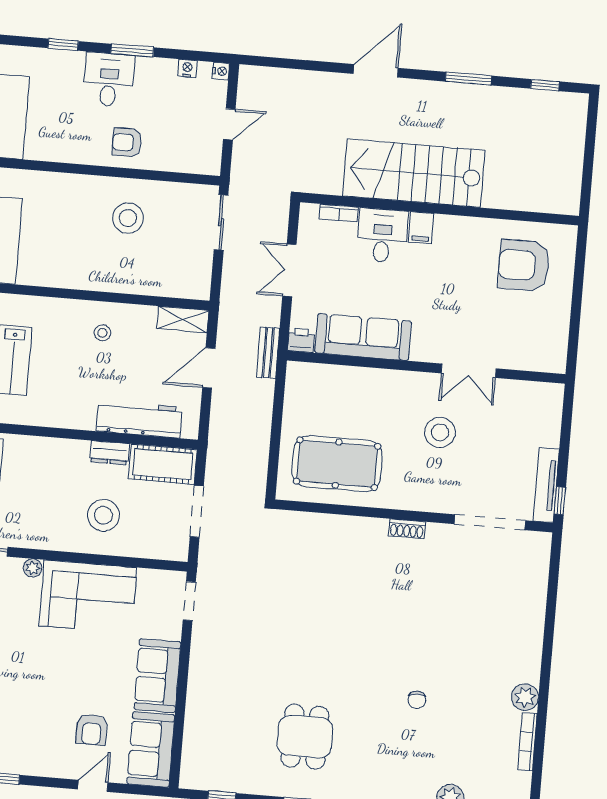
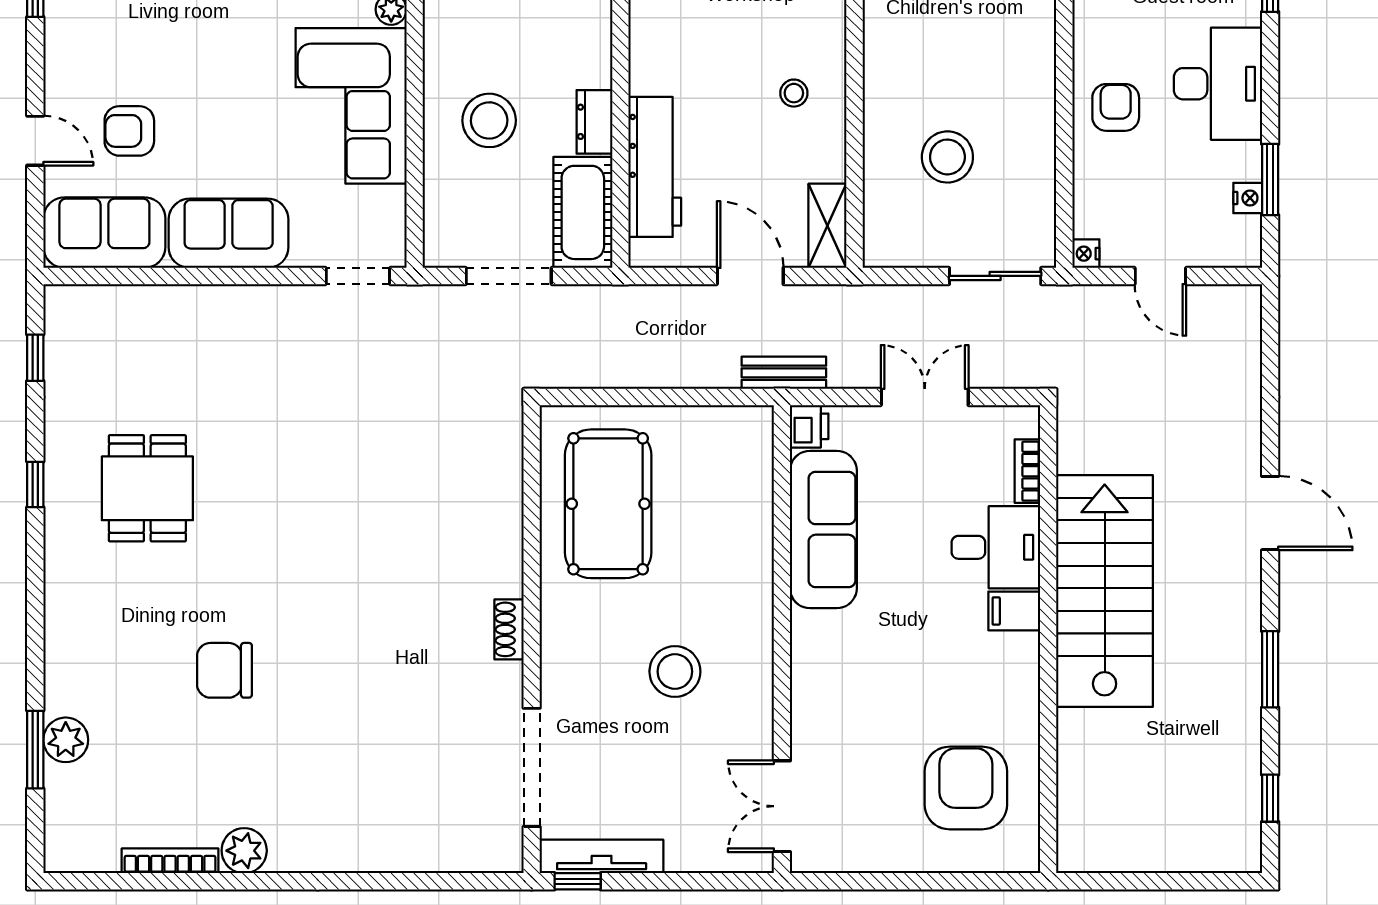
window: (132, 50) -> (1270, 179), moved
nightstand: (221, 71) -> (1086, 254), moved, turned 90
desk: (109, 80) -> (1218, 84), width x1.37
stool: (128, 218) -> (947, 157), moved
double door: (469, 371) -> (782, 806), moved
chair: (417, 700) -> (224, 670), width x1.87, depth x1.87
dining table: (305, 737) -> (147, 488), turned 90

